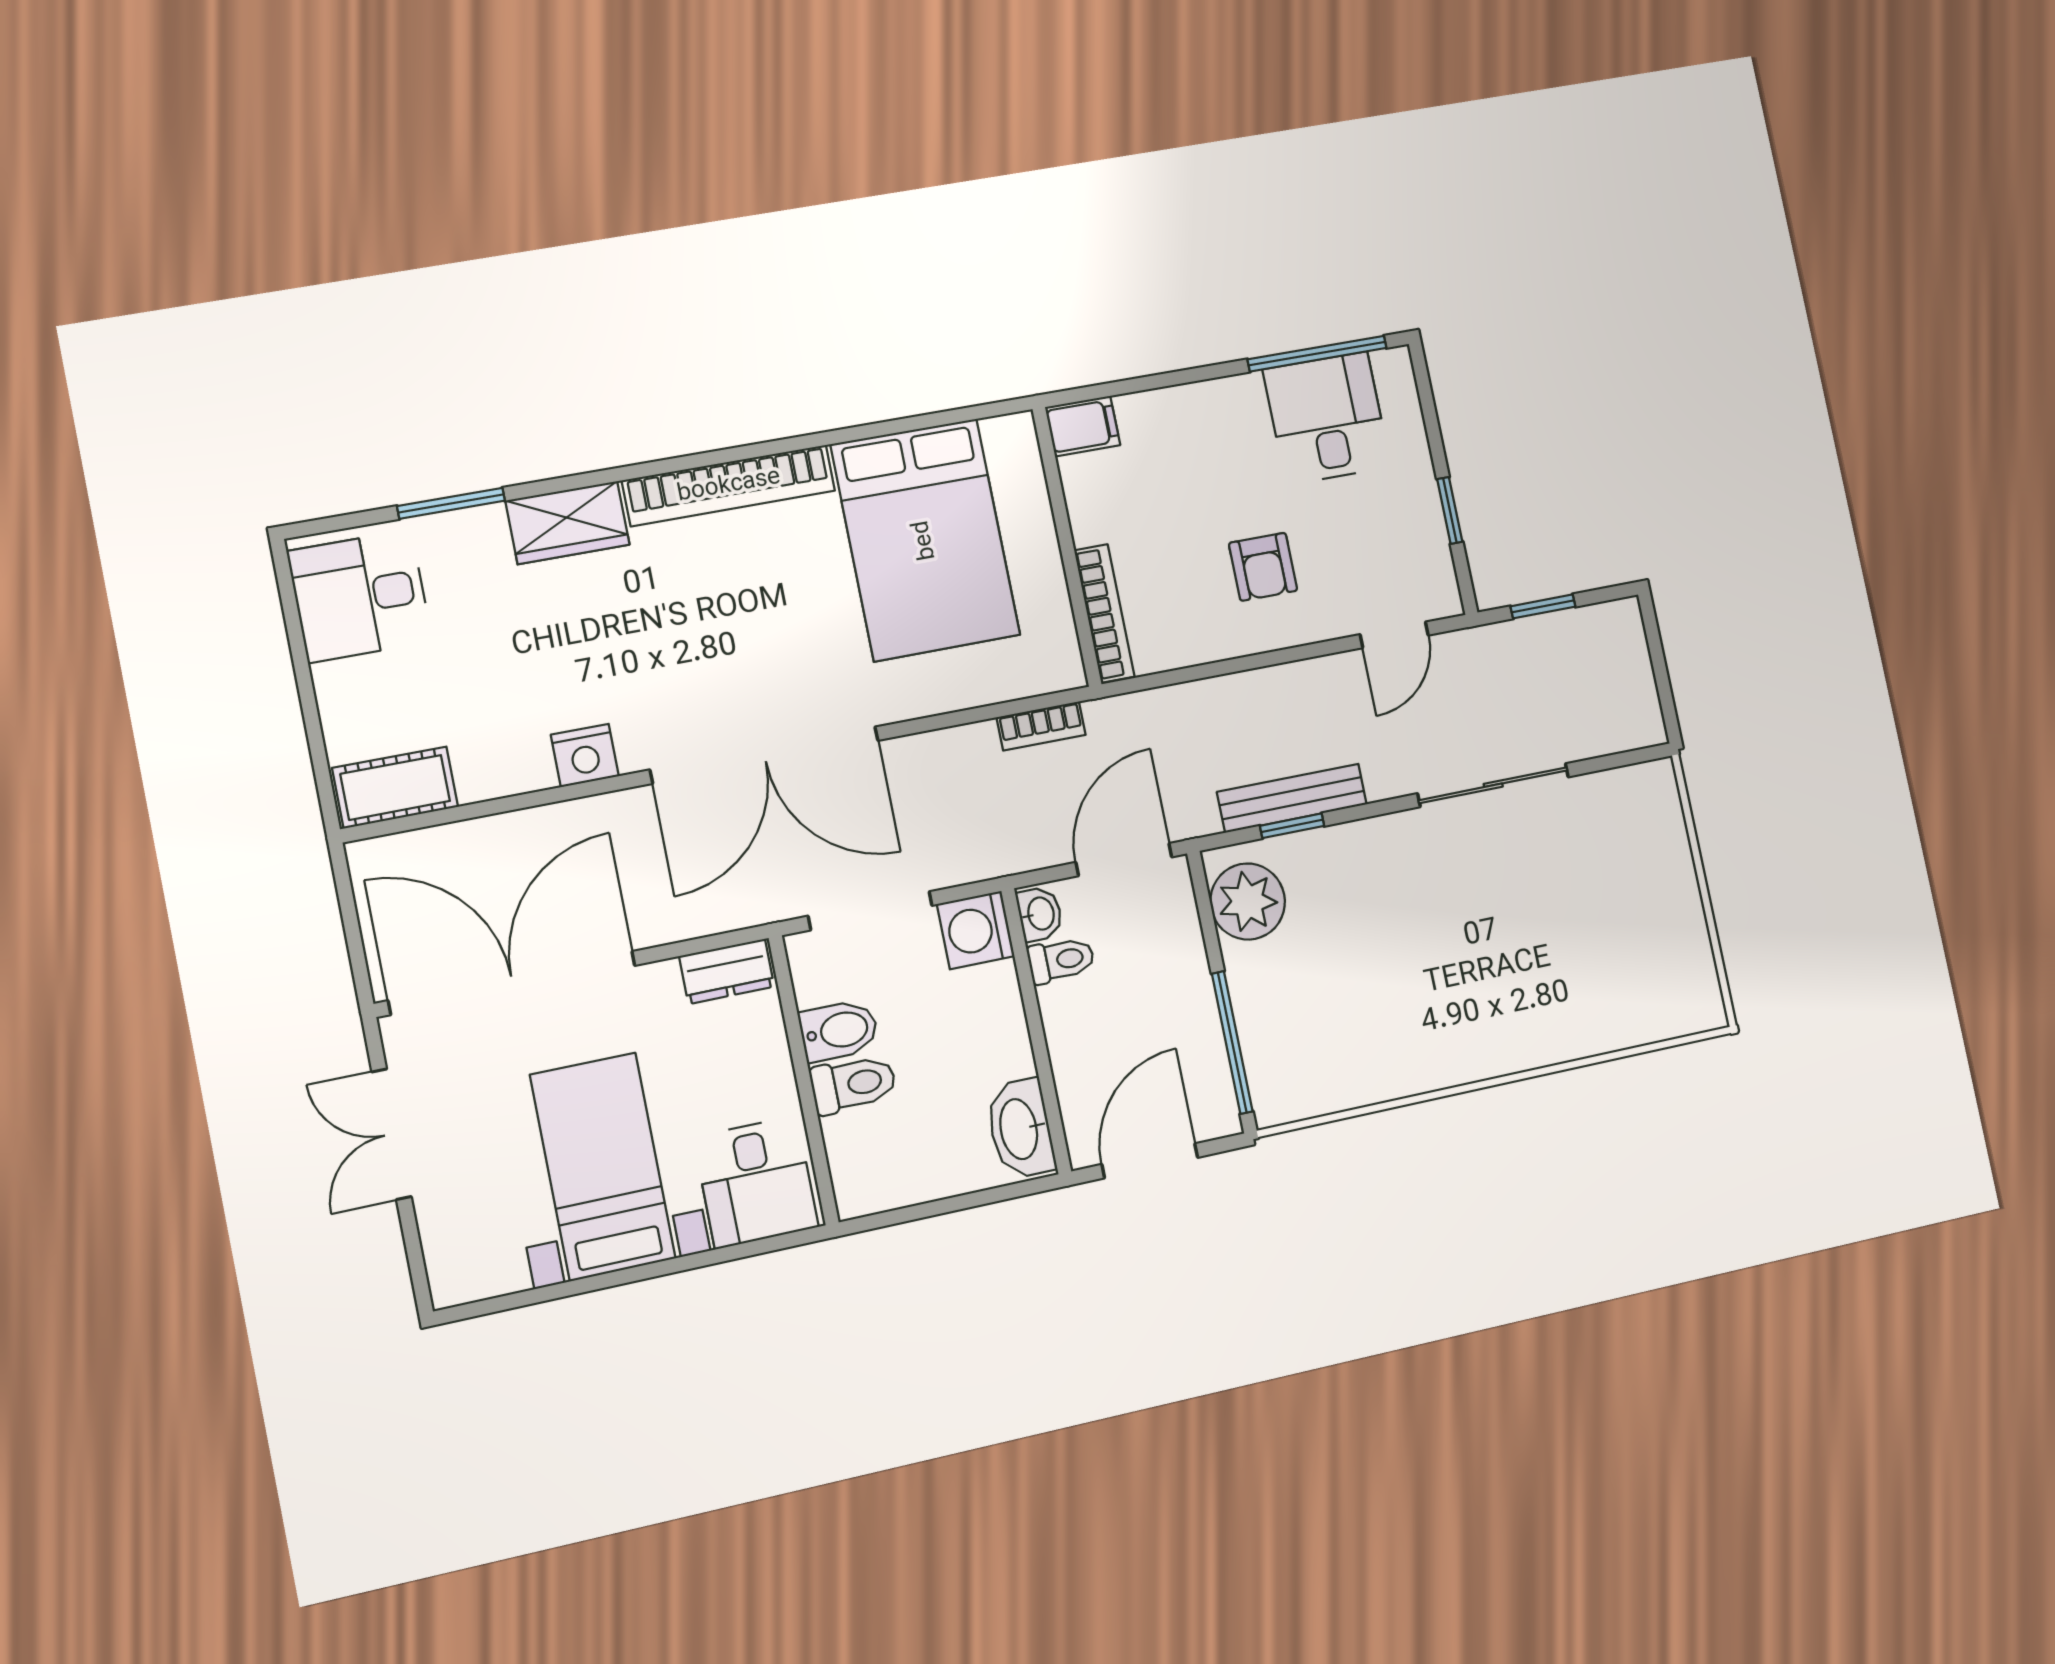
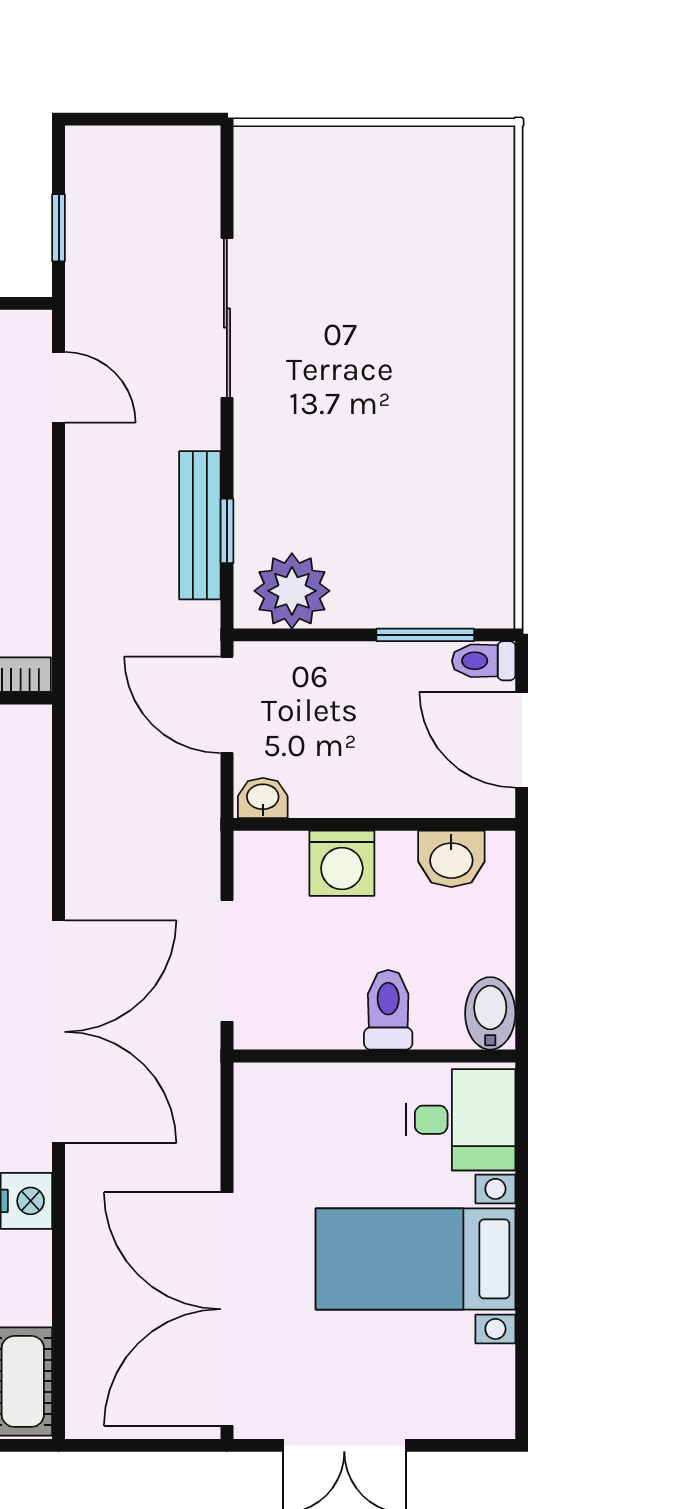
bookcase: (1041, 726) -> (82, 759), removed
washing machine: (976, 930) -> (342, 863), moved
toilet: (1061, 960) -> (484, 661), moved, turned -90
dresser: (727, 971) -> (257, 1108), removed
bidet: (839, 1031) -> (490, 1013), moved
window: (1232, 1042) -> (425, 635), width x0.69
washbasin: (1020, 1129) -> (451, 859), width x0.72

